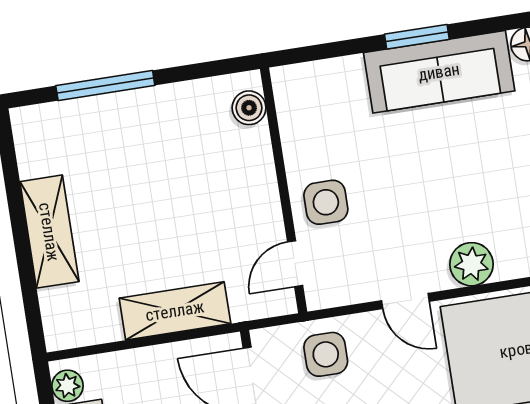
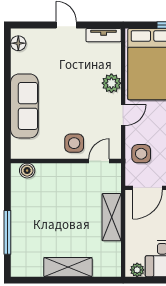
window: (417, 37) -> (7, 92), removed
sofa: (439, 72) -> (24, 106), moved
door: (295, 264) -> (99, 161), swing flipped

